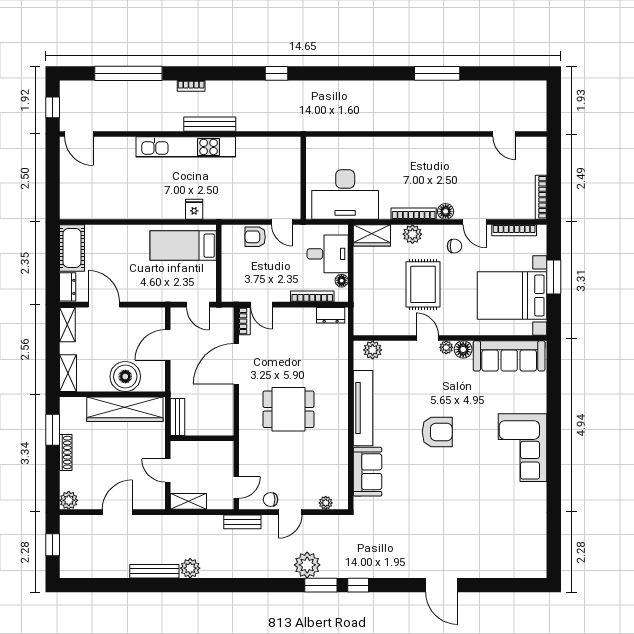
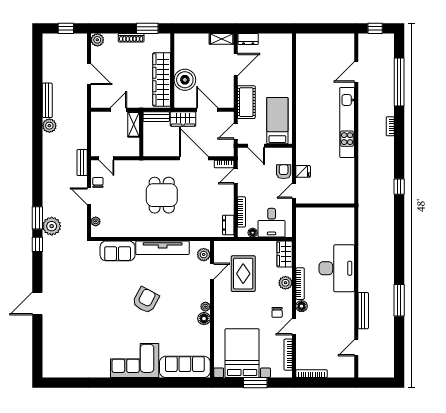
bench: (210, 124) -> (363, 311), moved
door: (79, 134) -> (356, 72), moved
desk: (345, 194) -> (337, 268), moved, turned 180
fridge: (194, 209) -> (303, 171), moved
cot: (72, 248) -> (246, 102), moved, turned 90
door: (219, 275) -> (256, 146), added
rug: (423, 284) -> (243, 274), moved, turned 90
door: (427, 338) -> (212, 271), moved
sofa: (509, 356) -> (185, 367), moved, turned 90
shelving: (68, 373) -> (187, 39), removed
wardrobe: (181, 379) -> (183, 119), added
armchair: (437, 432) -> (146, 300), turned -152
shelving: (188, 501) -> (134, 124), moved
plant: (307, 565) -> (52, 226), moved

